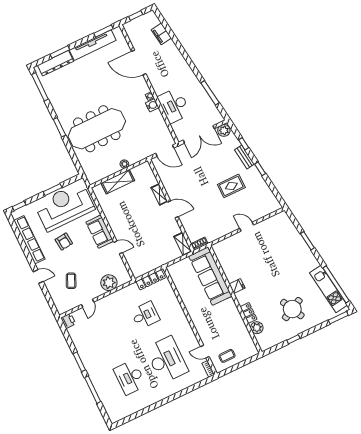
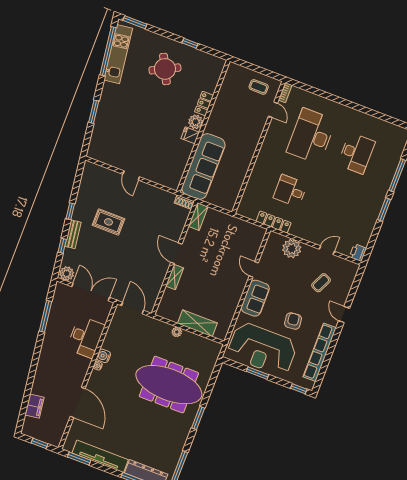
locker: (151, 280) -> (274, 222), moved
plant: (257, 328) -> (196, 122), moved

